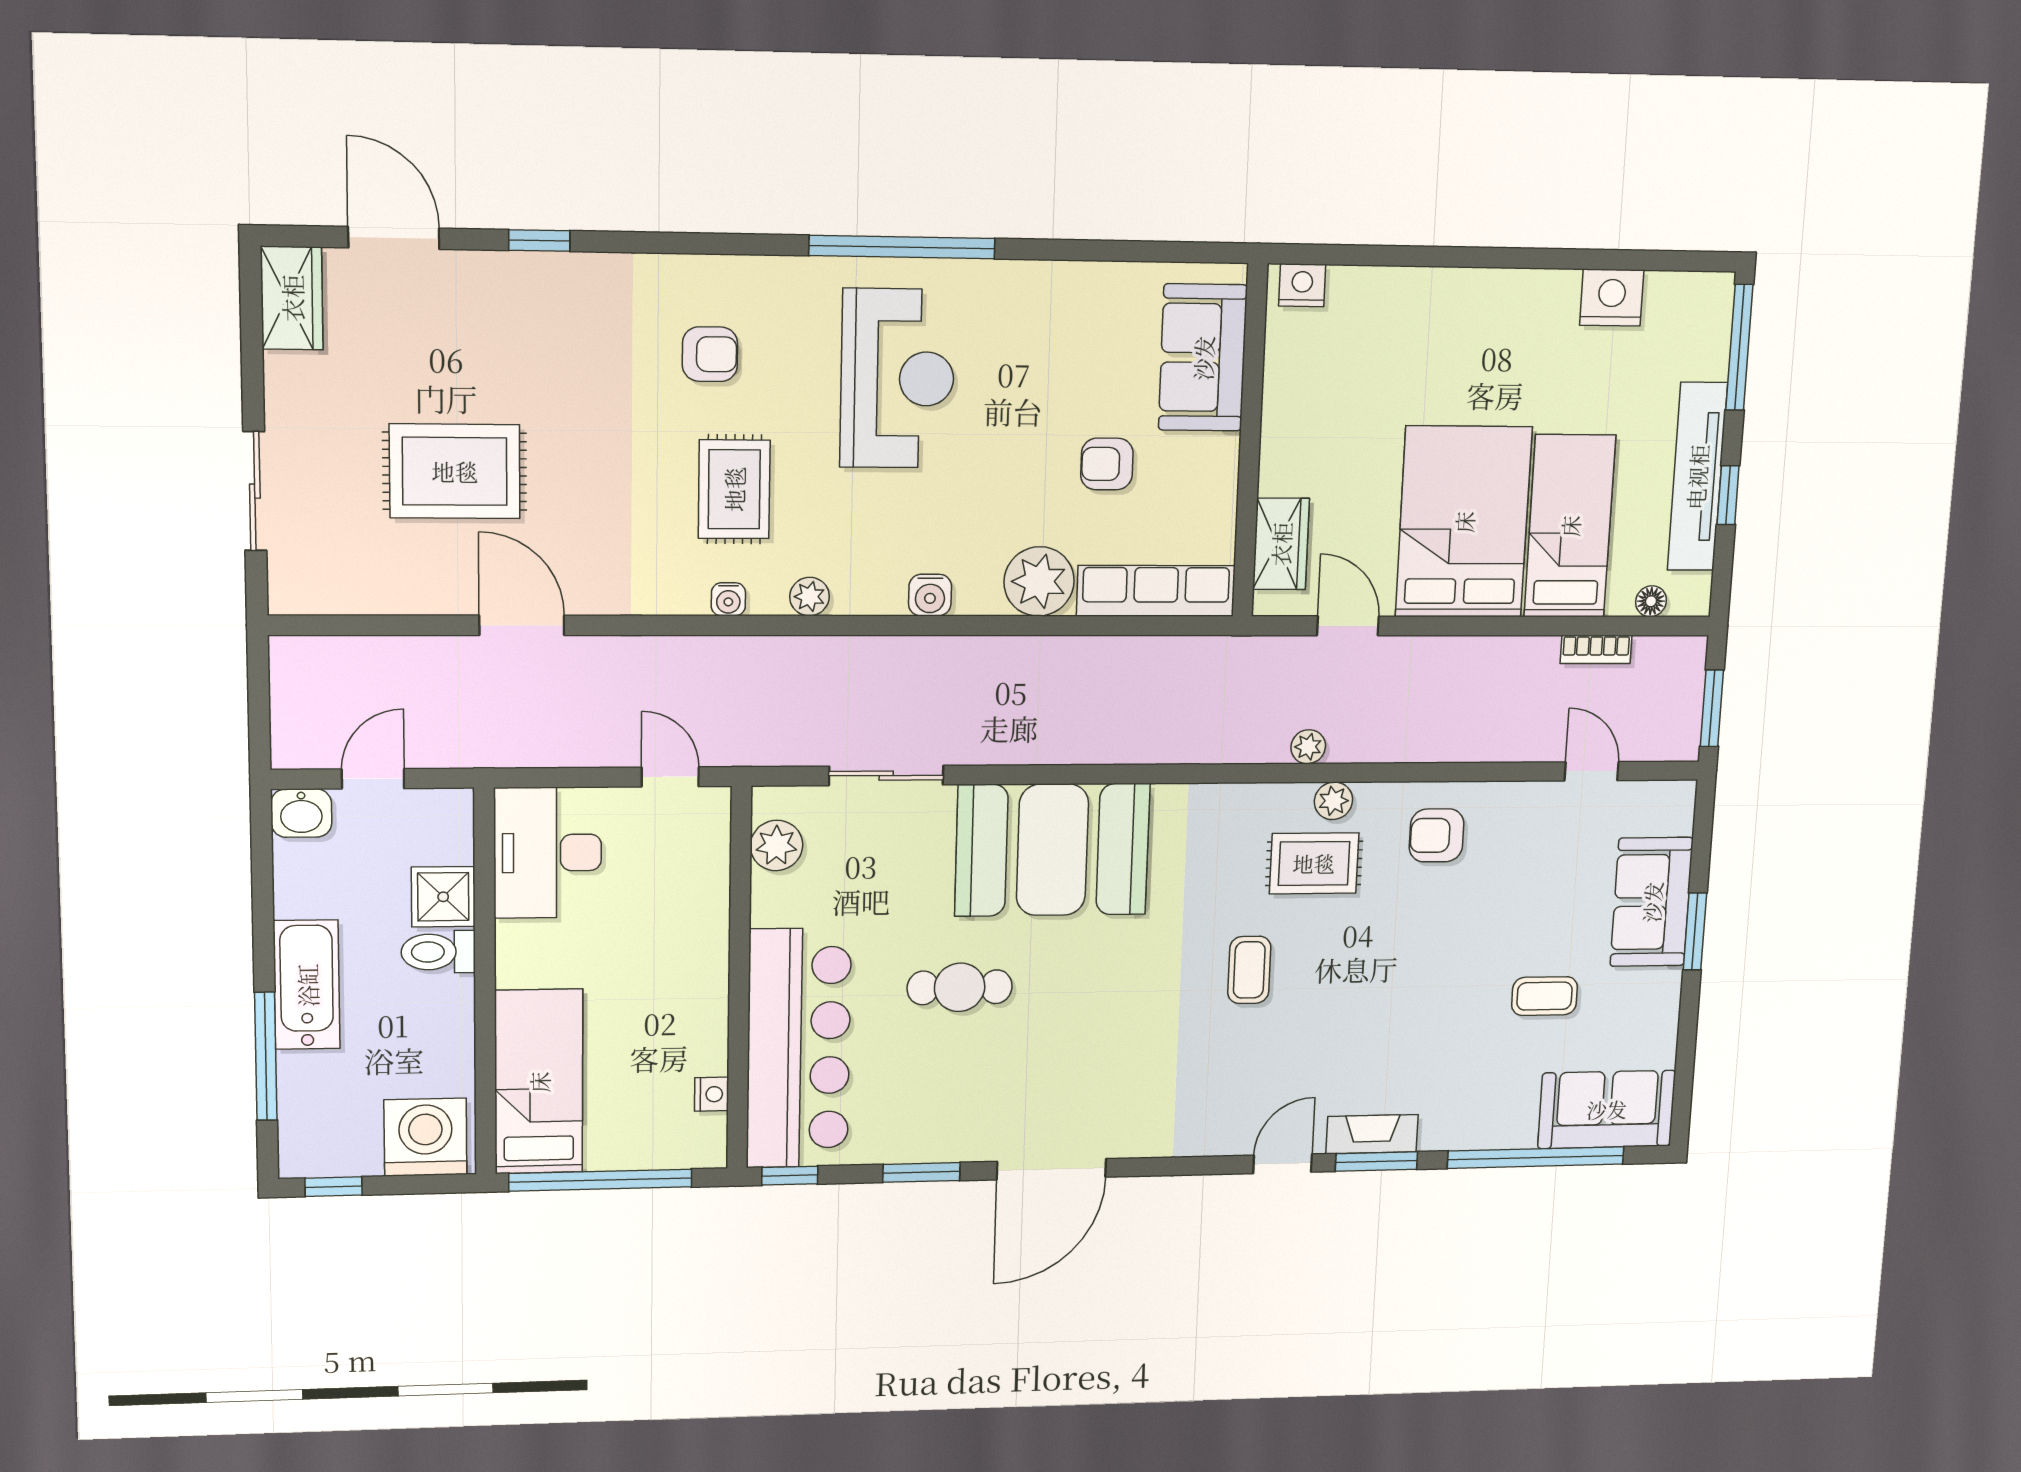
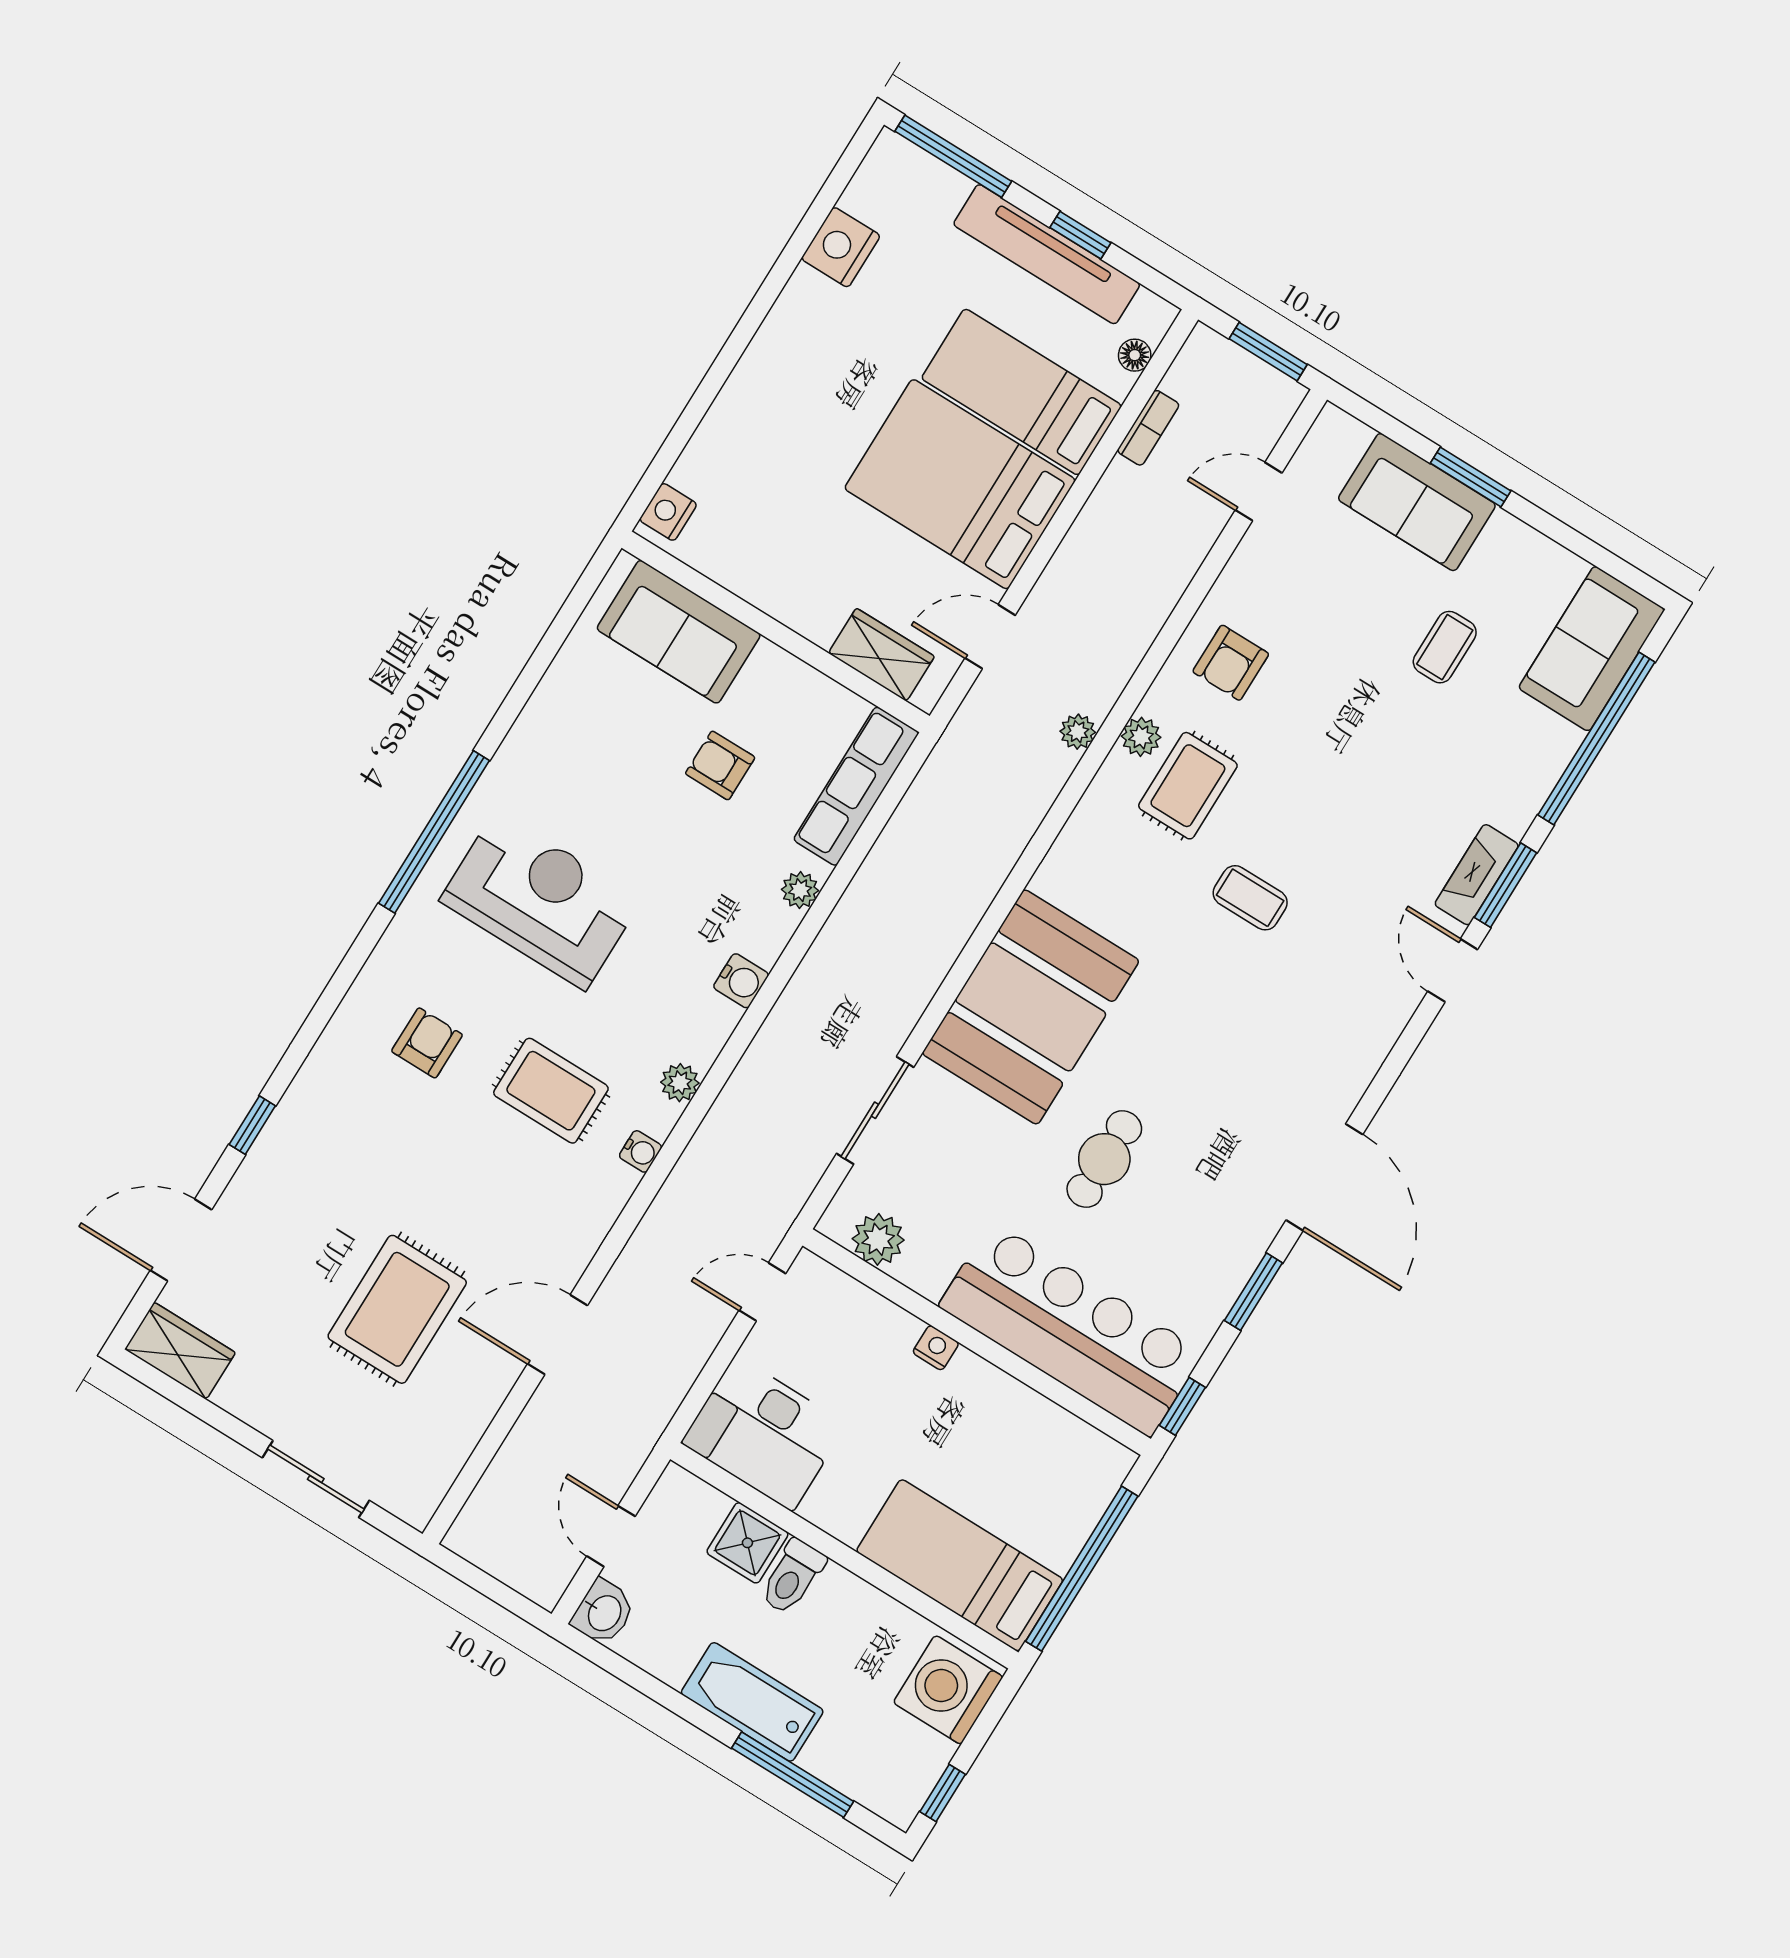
armchair: (1107, 464) -> (720, 765), turned 90
plant: (1039, 581) -> (800, 890), width x0.53, depth x0.53
nightstand: (712, 1094) -> (936, 1348), moved

